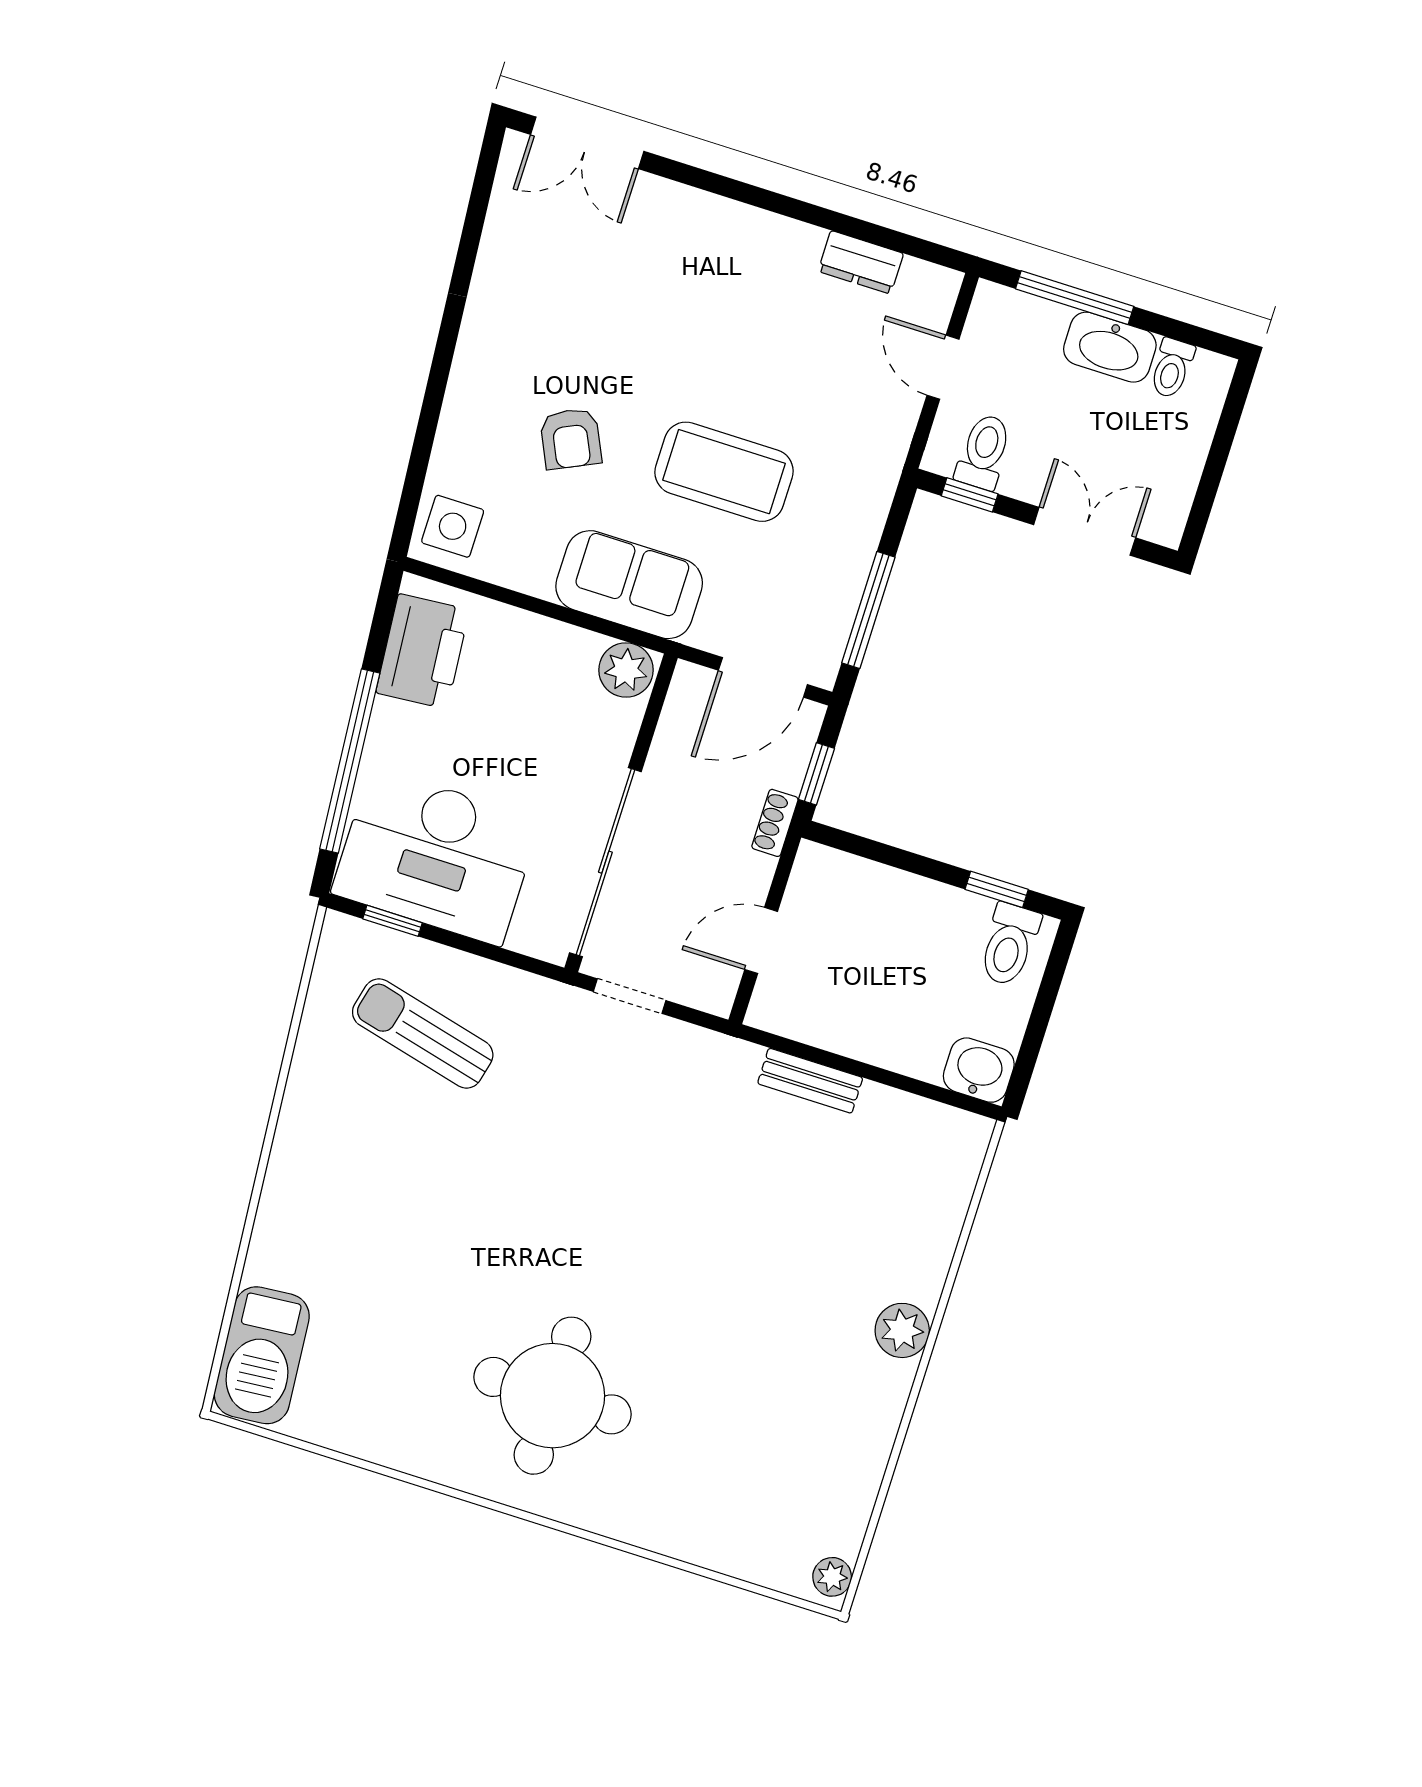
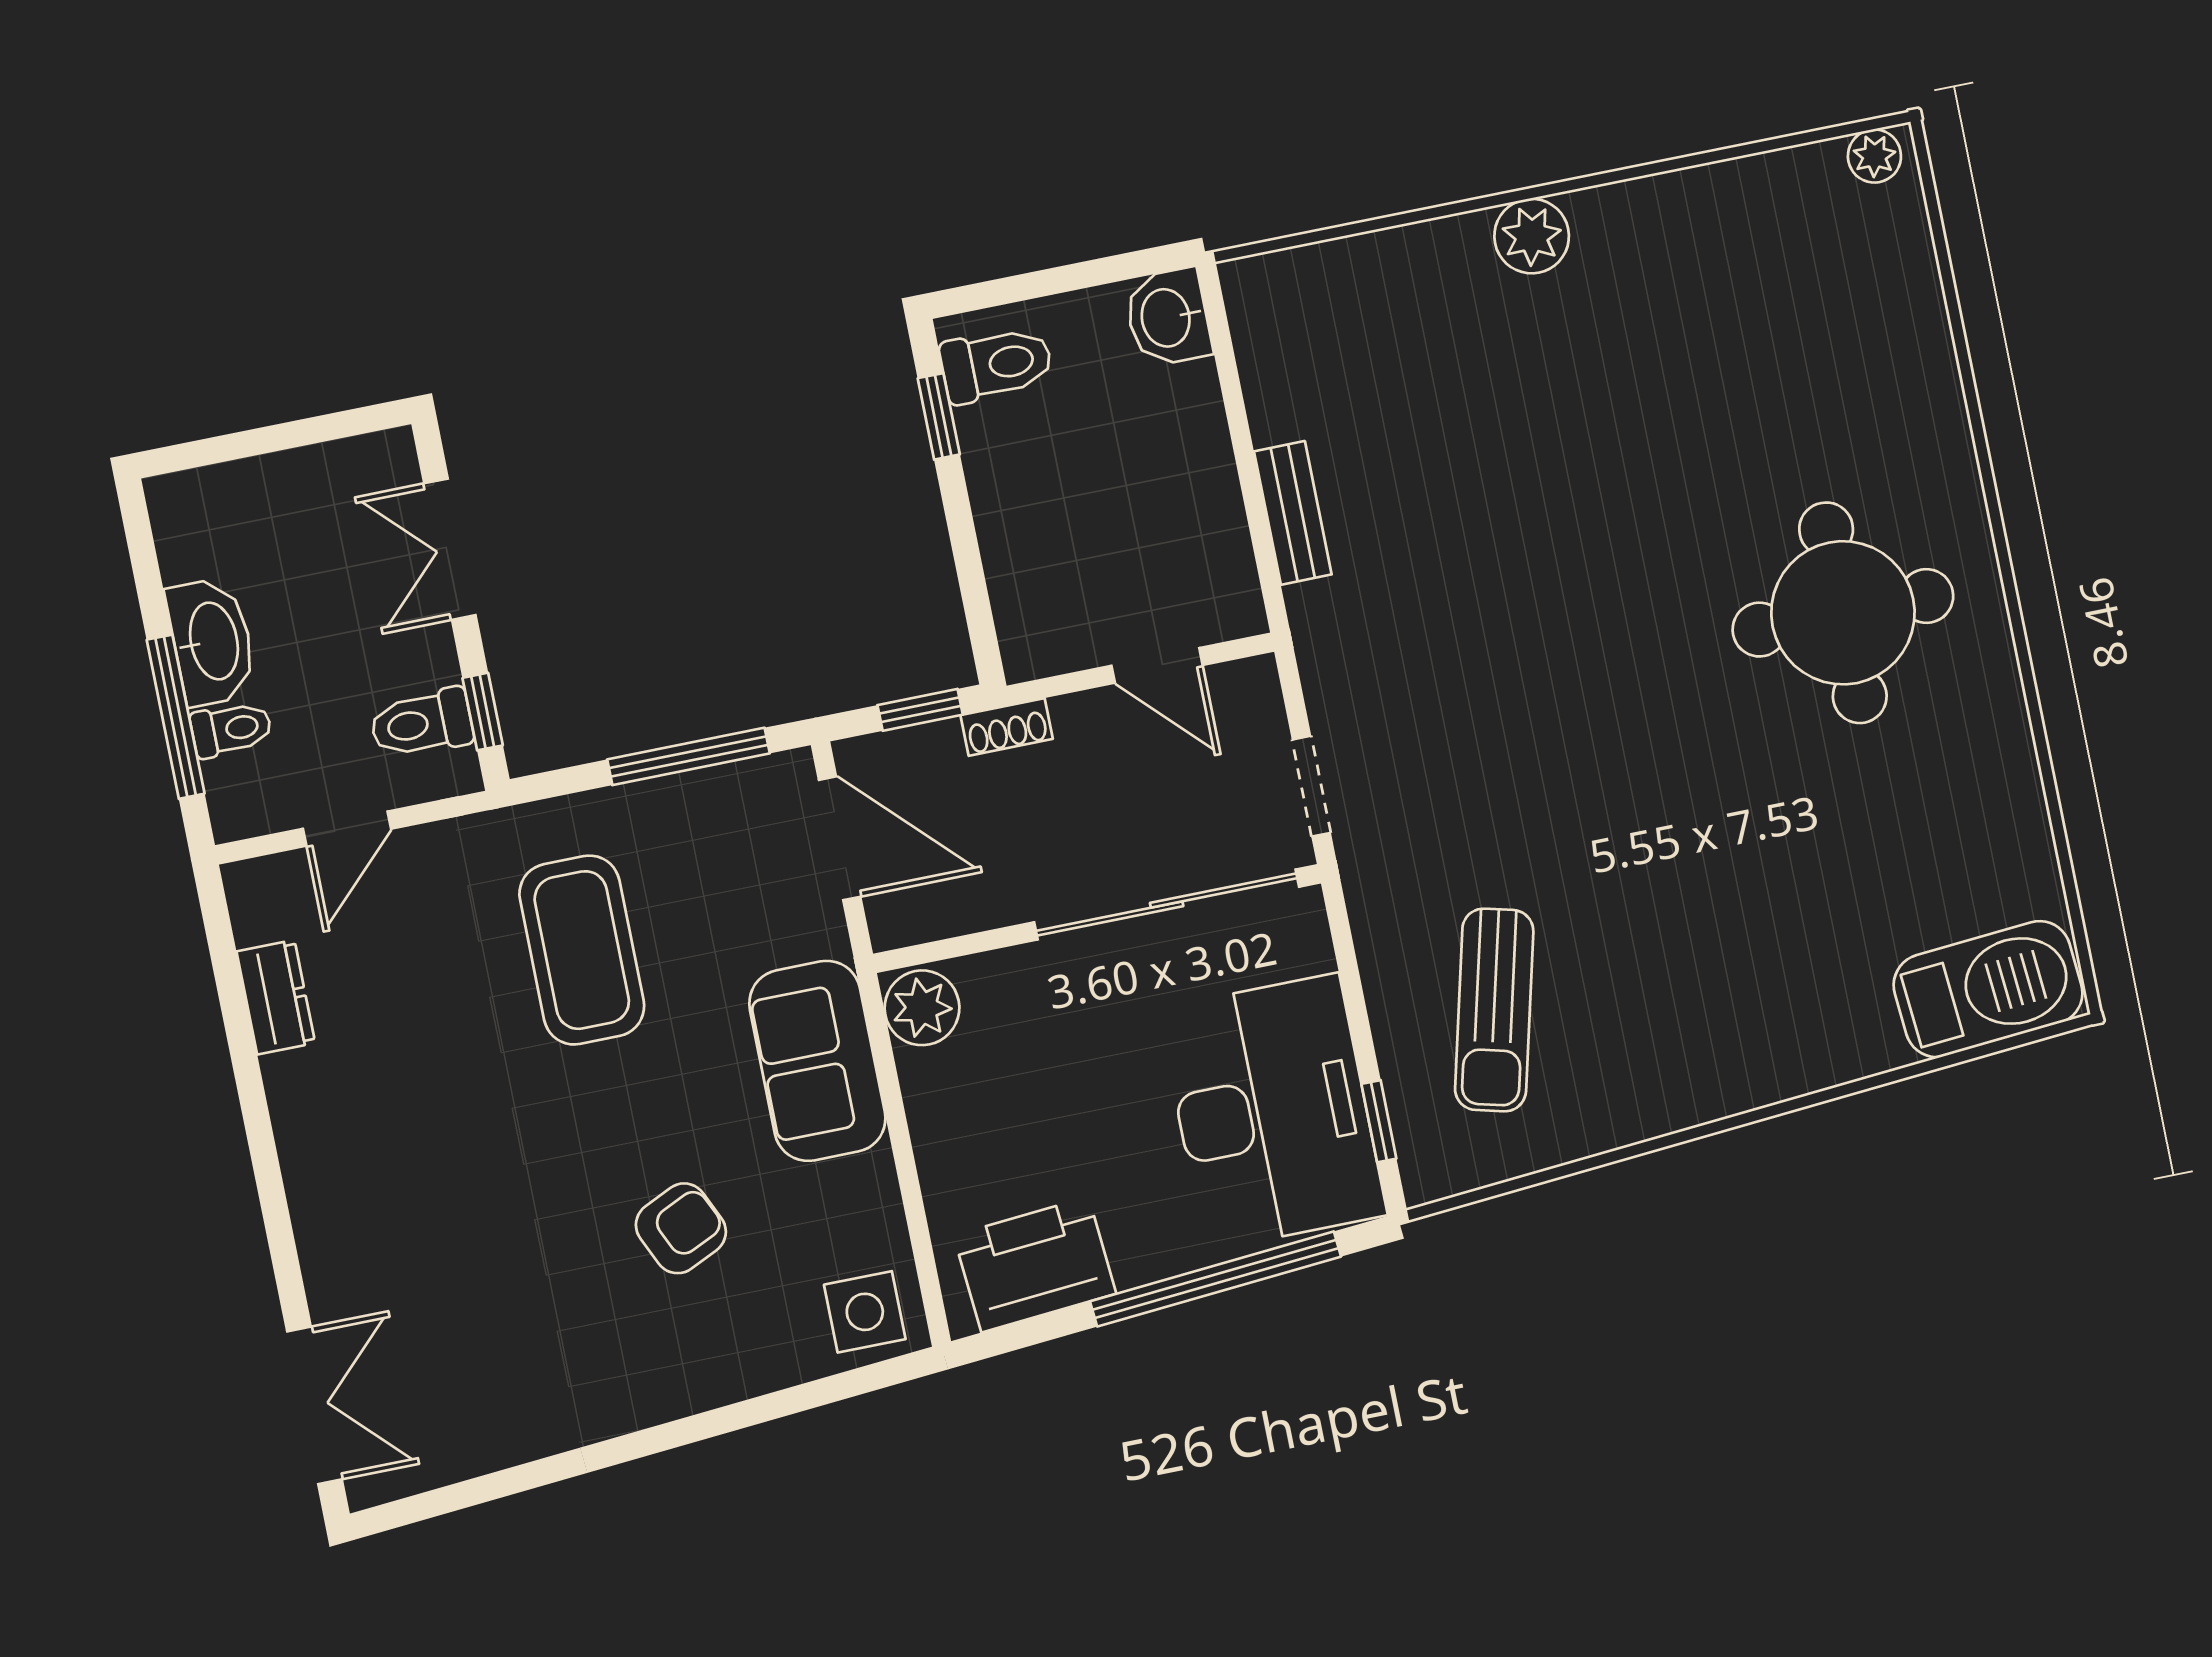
toilet: (1172, 368) -> (231, 729), moved
coffee table: (724, 472) -> (582, 950), moved

